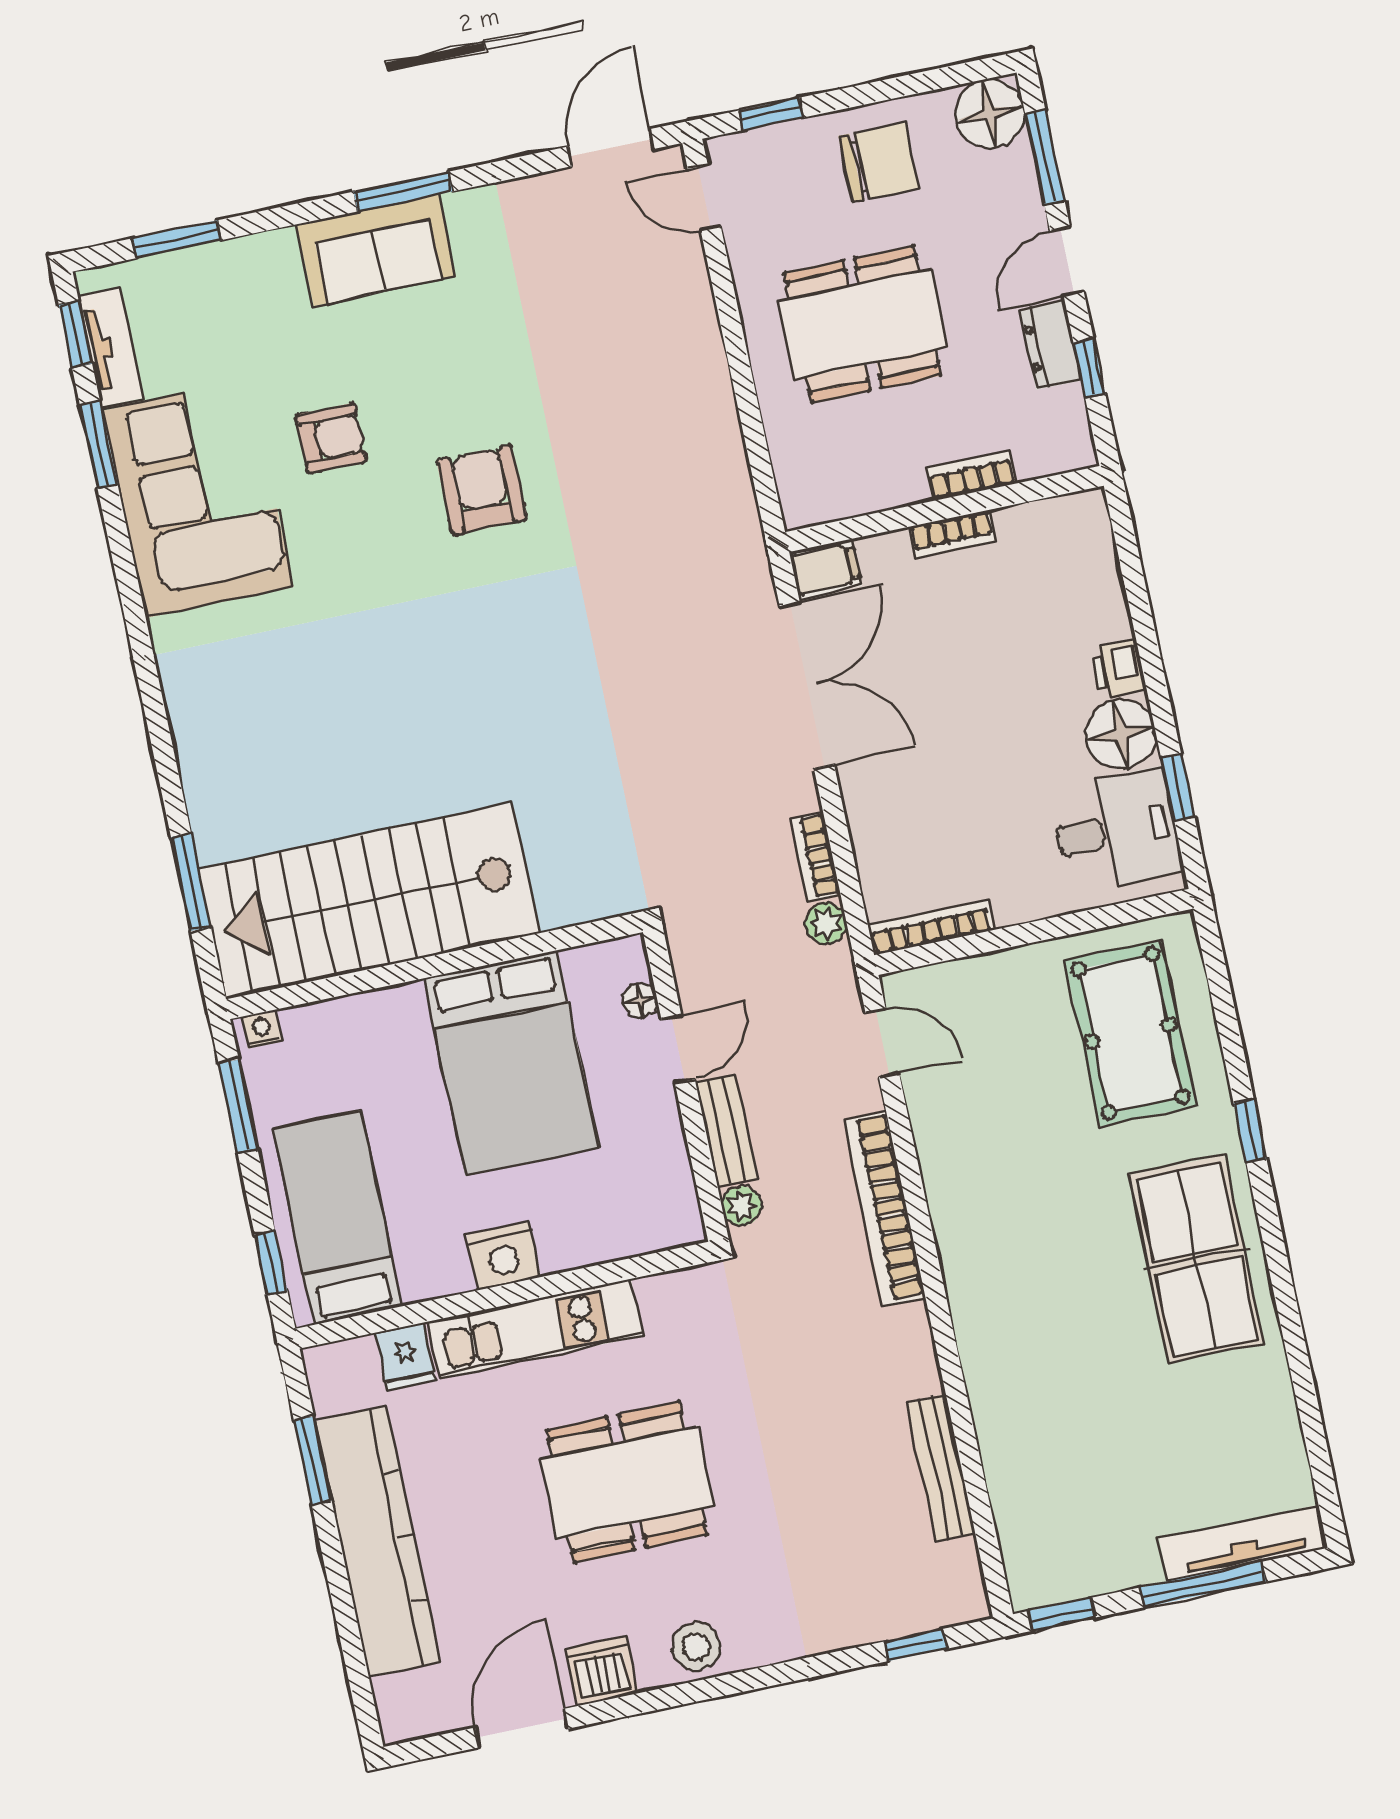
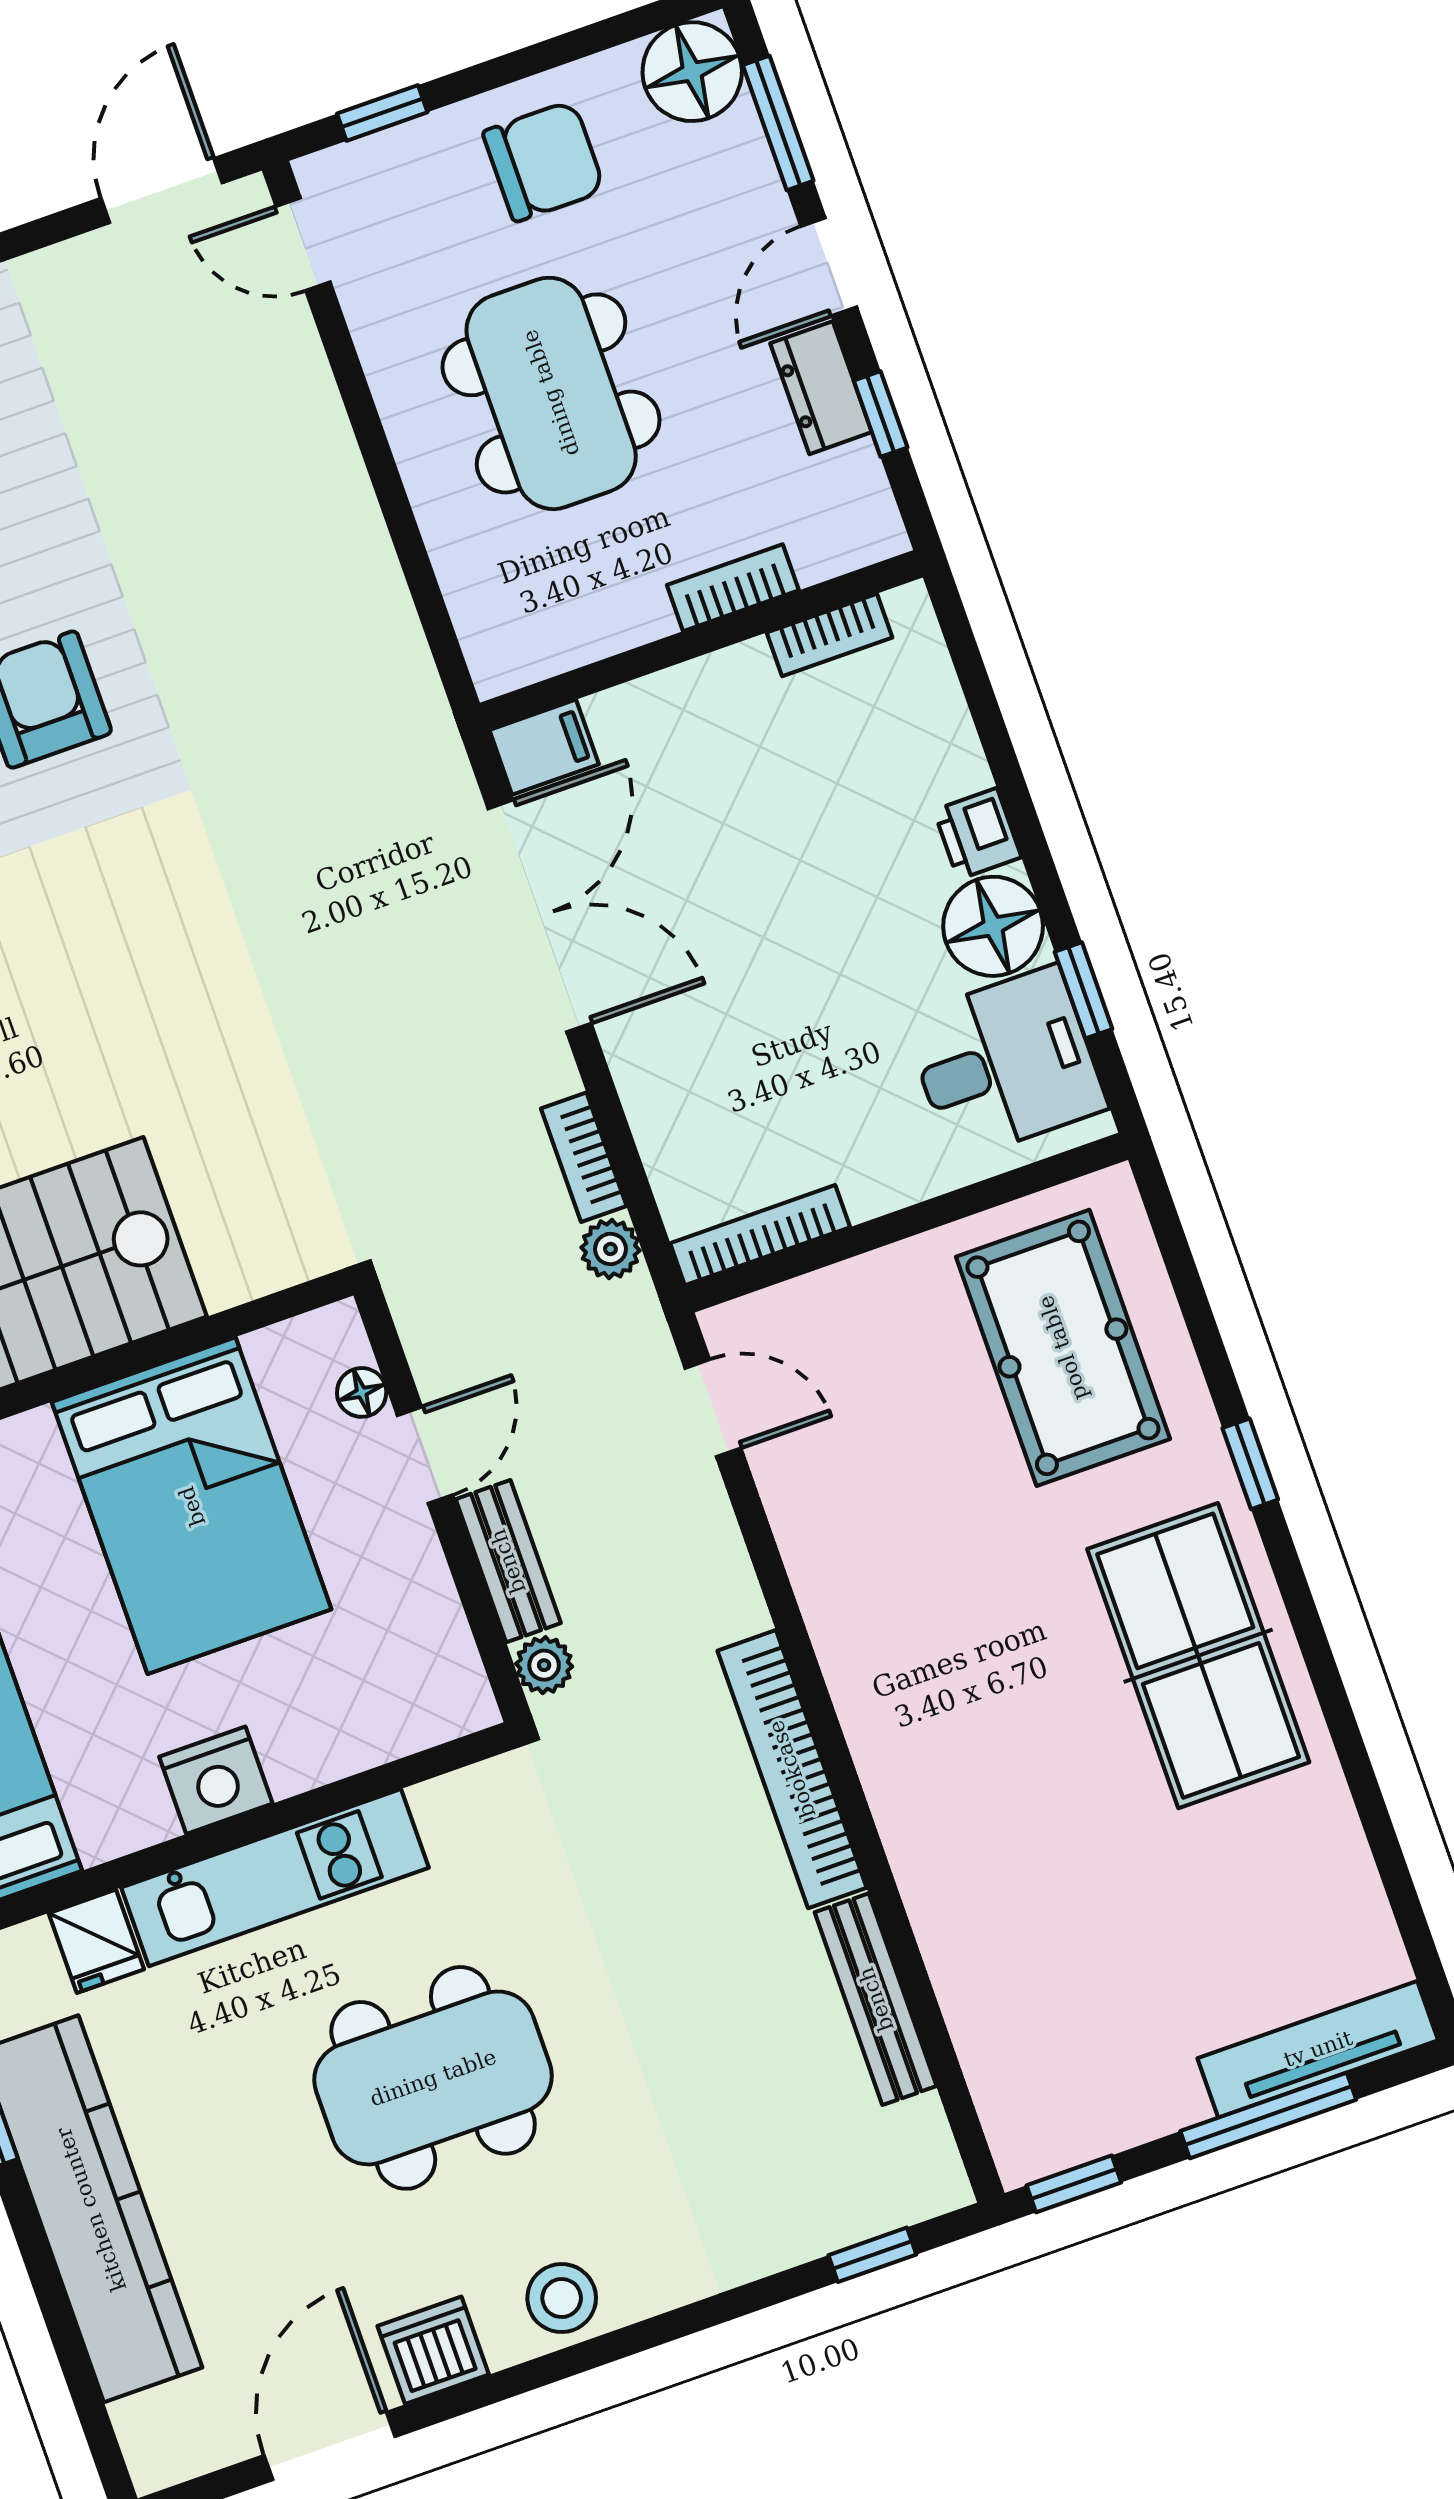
dining table: (863, 324) -> (551, 393), turned 90
bookcase: (953, 534) -> (829, 635), moved
bookcase: (885, 1208) -> (792, 1769), moved

